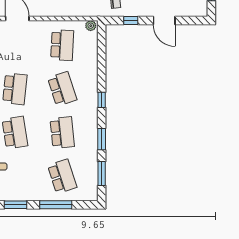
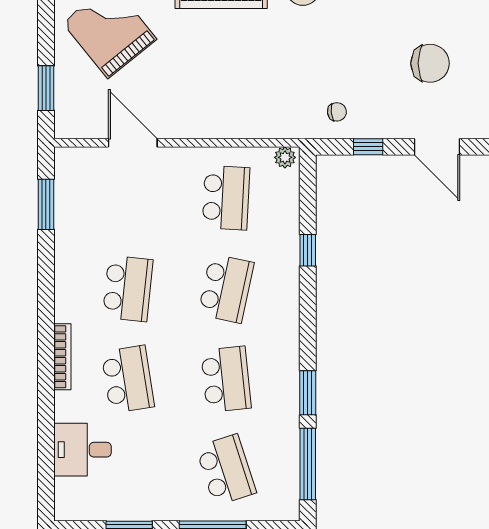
school desk: (62, 89) -> (226, 289), turned 30
window: (102, 100) -> (308, 250), moved
window: (102, 173) -> (308, 464), width x1.44

